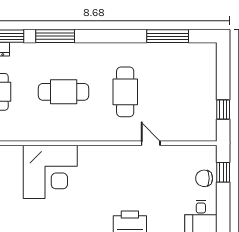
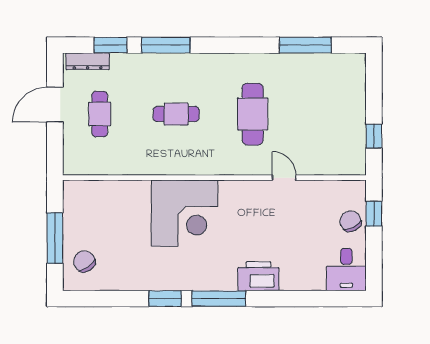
cafe table: (64, 92) -> (176, 114), width x0.73, depth x0.74
corner desk: (50, 172) -> (185, 213), moved
chair: (204, 178) -> (350, 221), turned 64

